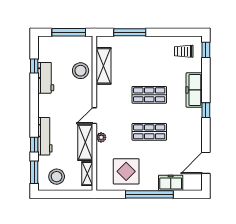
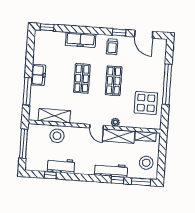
trolley: (184, 51) -> (112, 47), moved
window: (206, 110) -> (119, 32), moved
freezer: (171, 183) -> (38, 75), moved, turned 180

